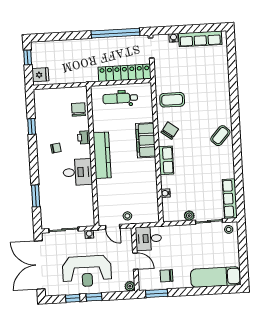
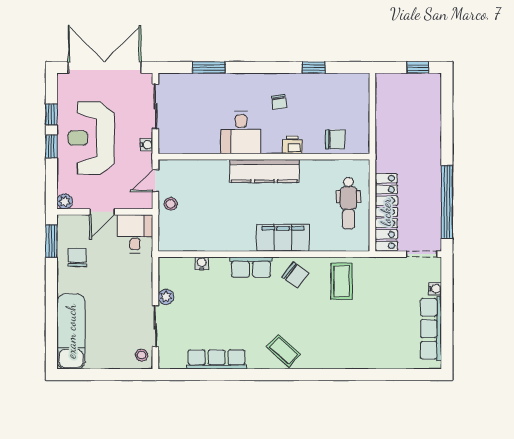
fridge: (40, 75) -> (391, 85), removed
dental chair: (120, 98) -> (348, 203), turned 180
row of seats: (230, 199) -> (217, 359), moved

